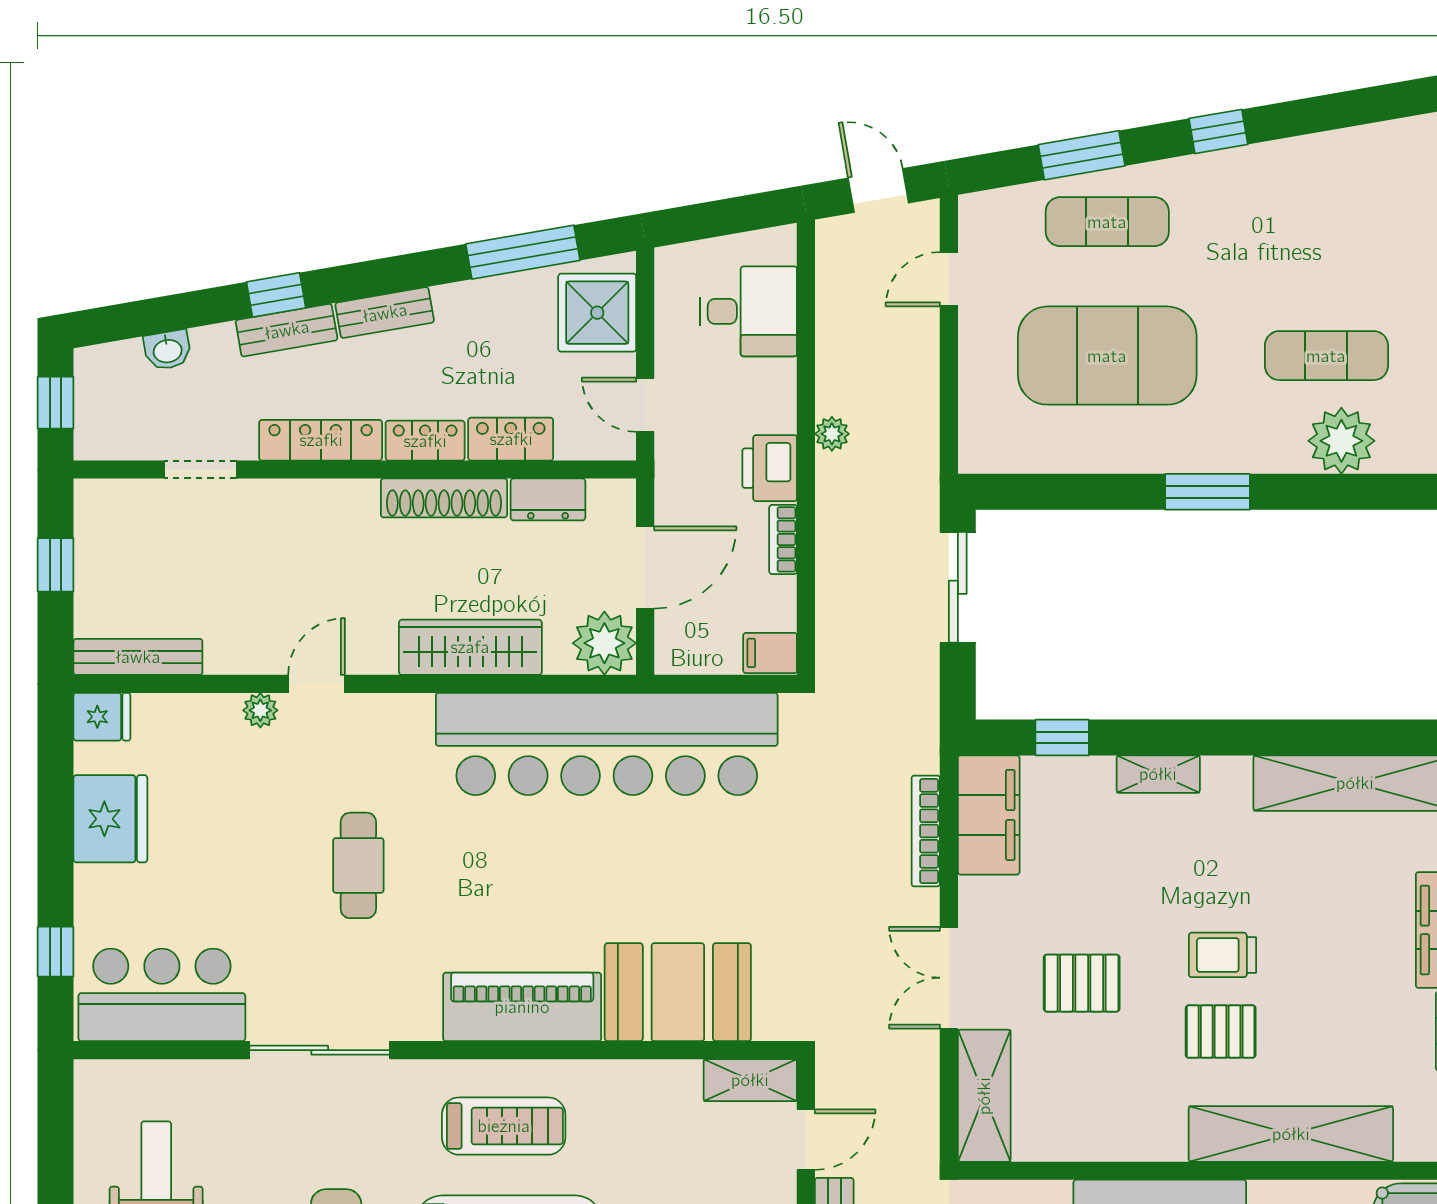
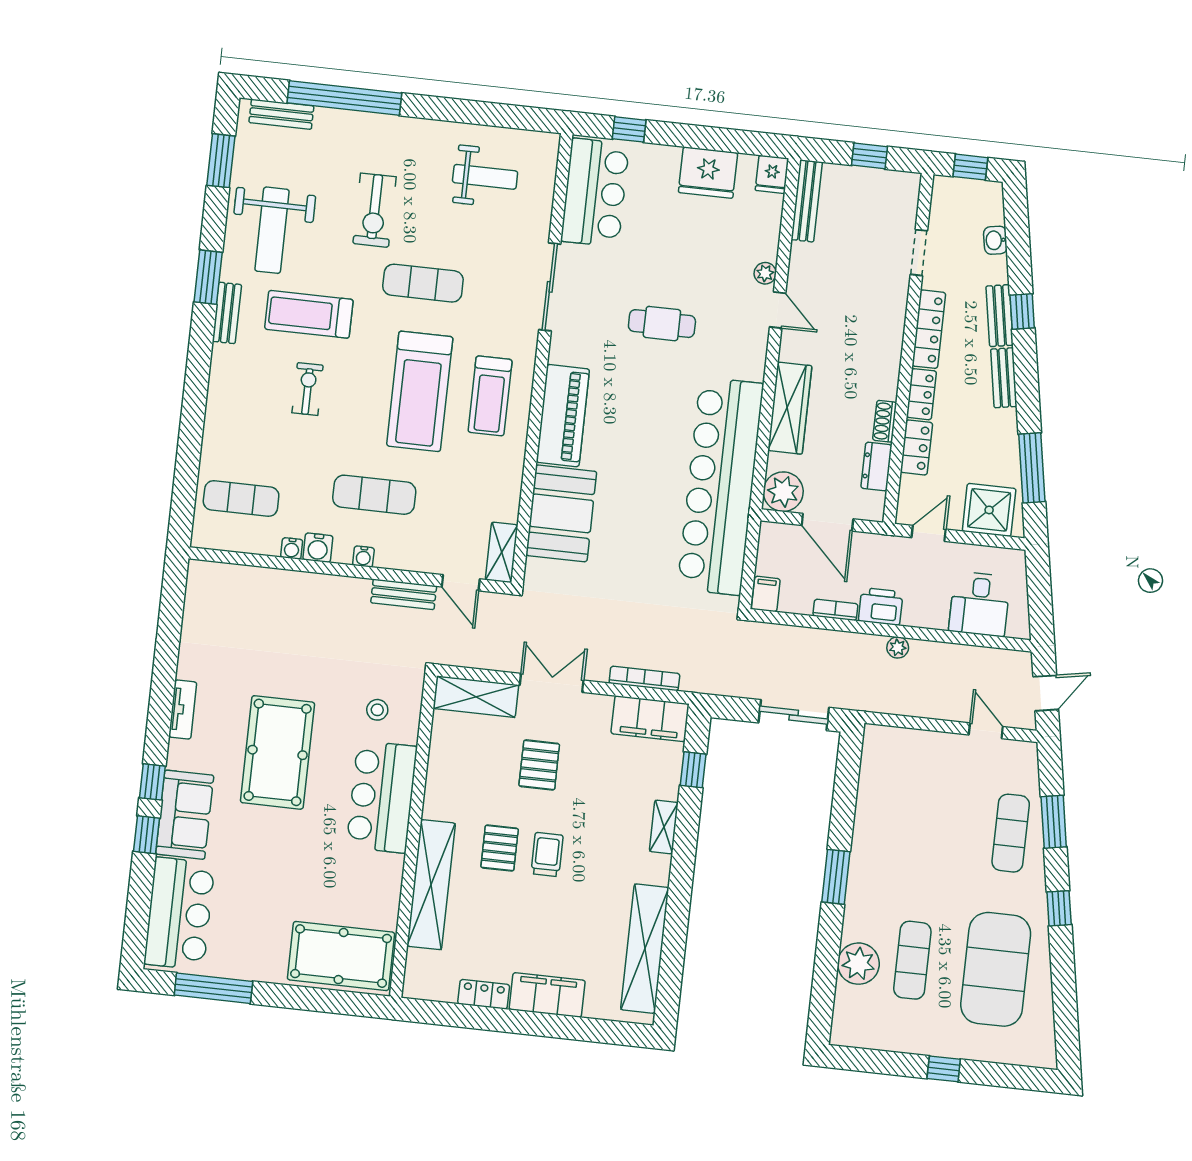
exercise mat: (1107, 356) -> (996, 969), moved
shoe rack: (444, 498) -> (885, 421), width x0.51, depth x0.81

